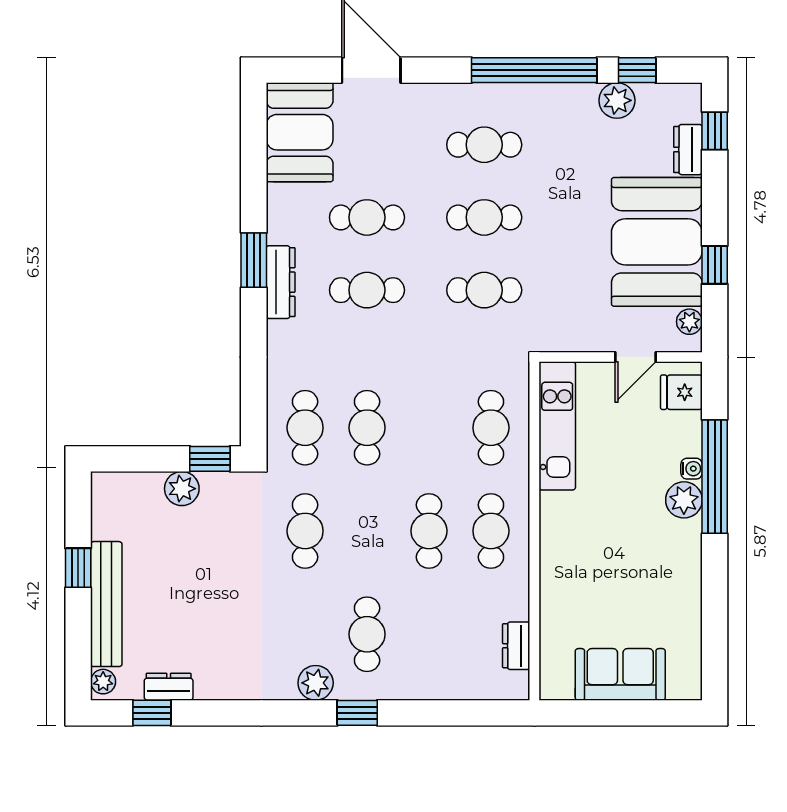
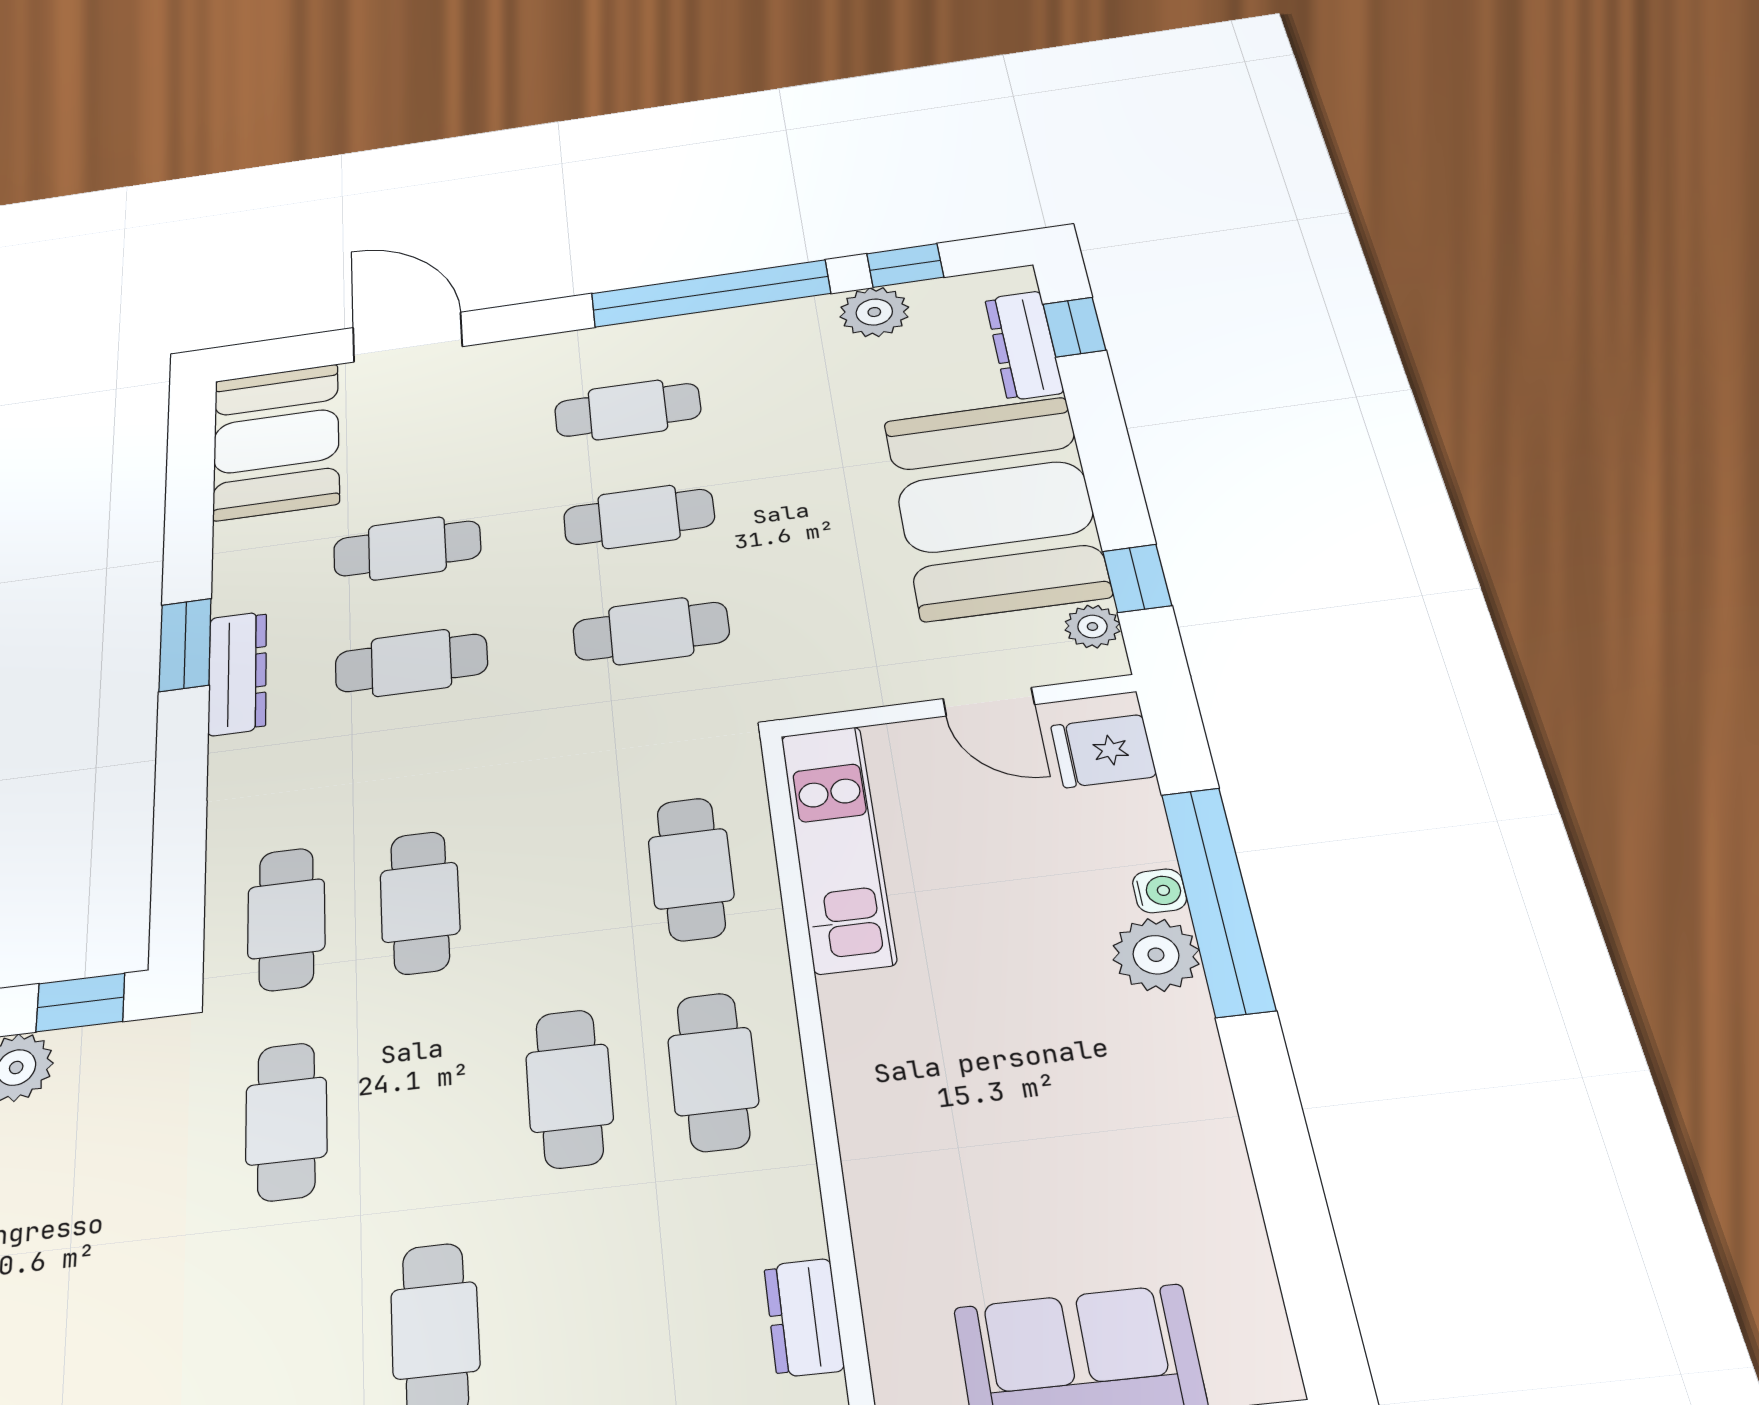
dresser: (688, 150) -> (1024, 345), width x1.44
window: (715, 265) -> (1137, 578), moved
door: (636, 357) -> (989, 702), hinge flipped

